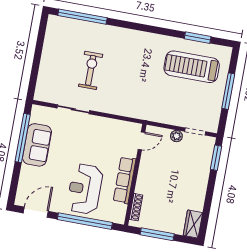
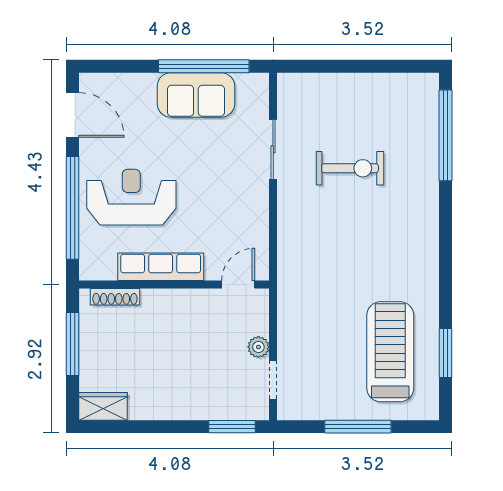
door: (141, 141) -> (238, 285), swing flipped

